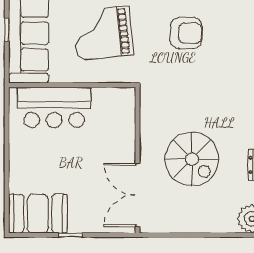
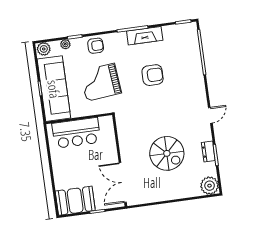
wall: (137, 160) -> (120, 161), moved
double door: (137, 195) -> (123, 182), moved

